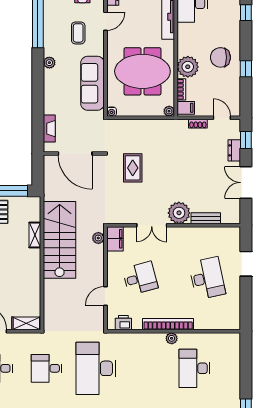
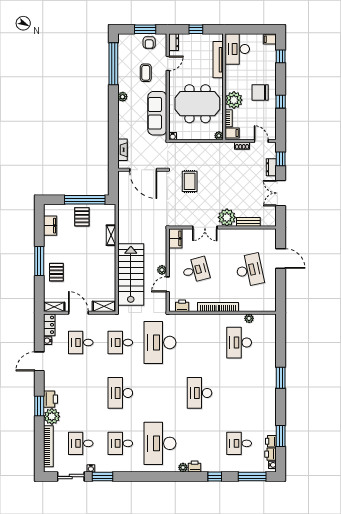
plant: (98, 238) -> (162, 270), moved
stairs: (60, 240) -> (131, 275), moved
plant: (172, 338) -> (249, 318), moved

